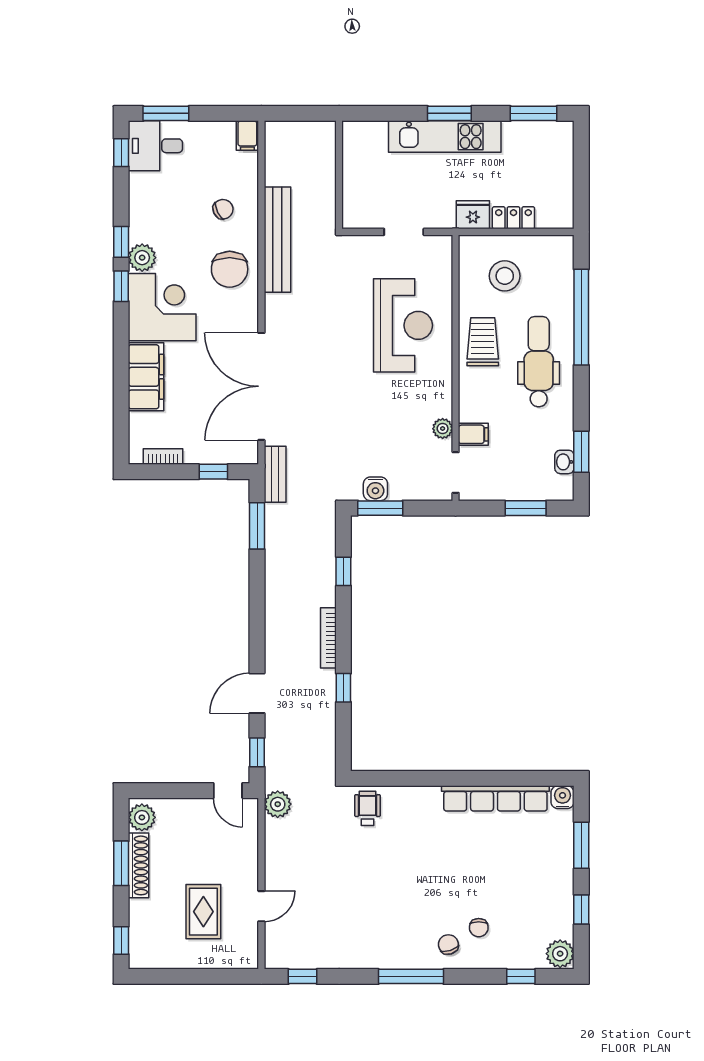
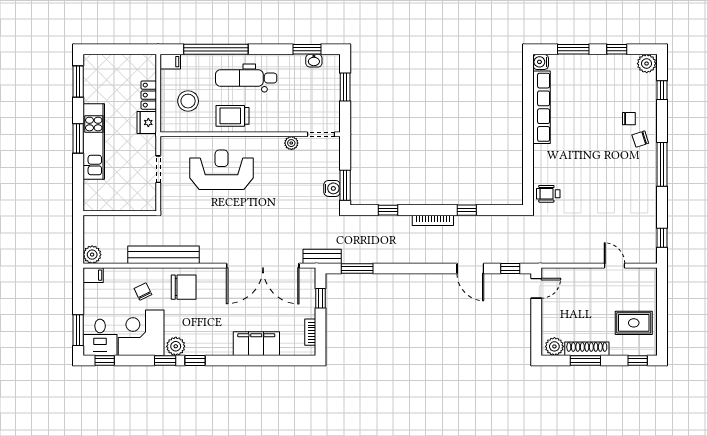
corner desk: (162, 307) -> (141, 333), moved
filing cabinet: (473, 434) -> (170, 62), moved, turned 90
plant: (278, 804) -> (92, 255), moved
rug: (203, 912) -> (634, 323), moved

